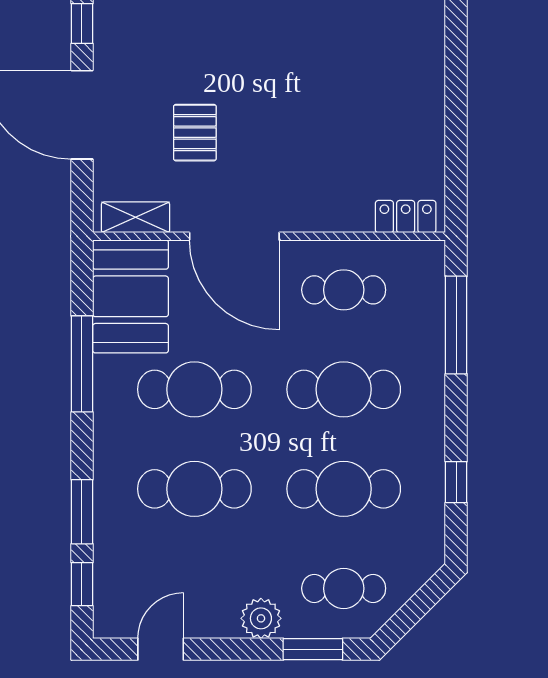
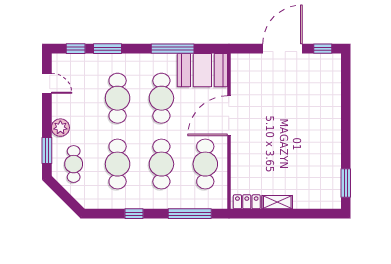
pallet: (195, 133) -> (275, 98), removed
shelving: (136, 217) -> (277, 202), moved, turned 90
locker: (406, 217) -> (247, 202), moved, turned -90
cafe table: (344, 290) -> (205, 164), width x1.37, depth x1.35
window: (456, 482) -> (134, 214), moved

